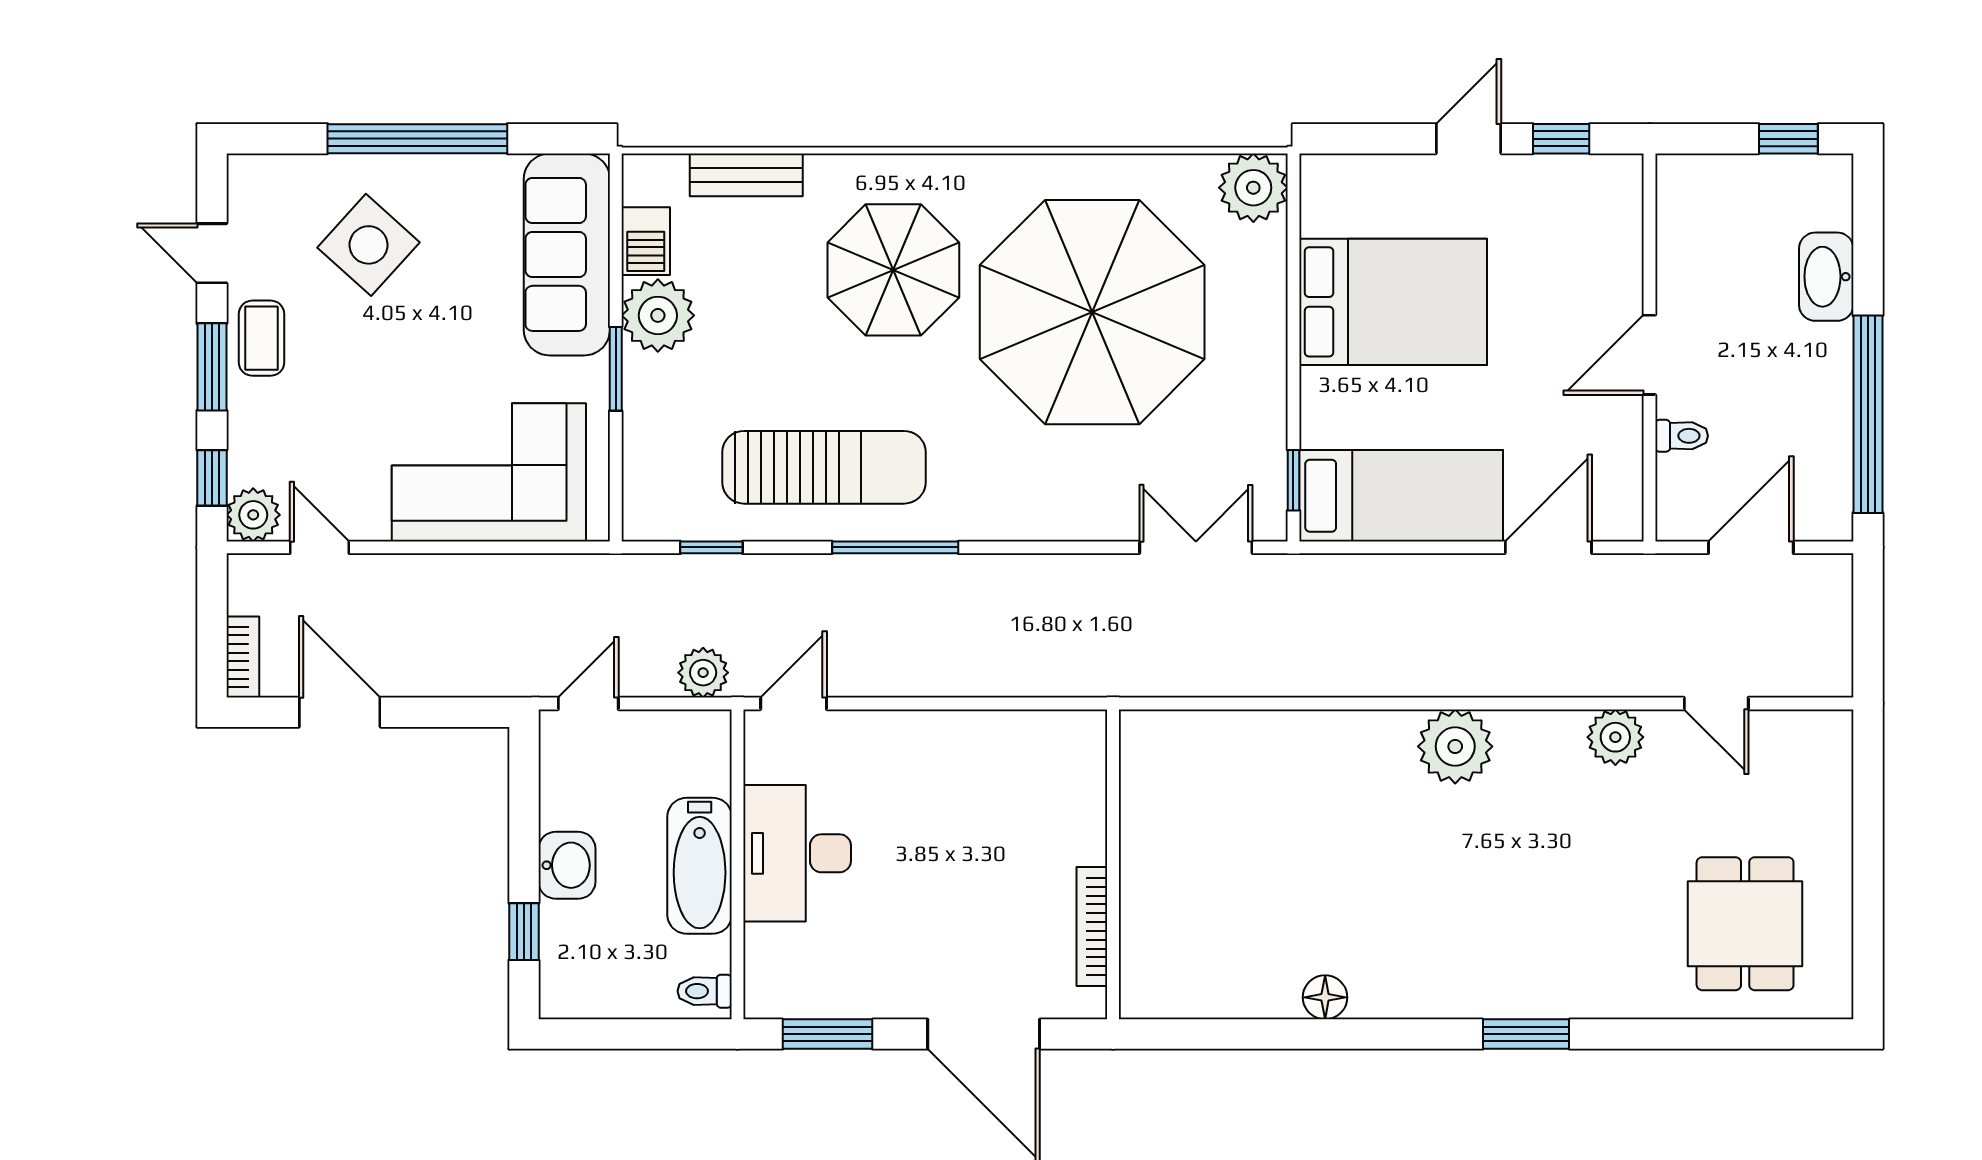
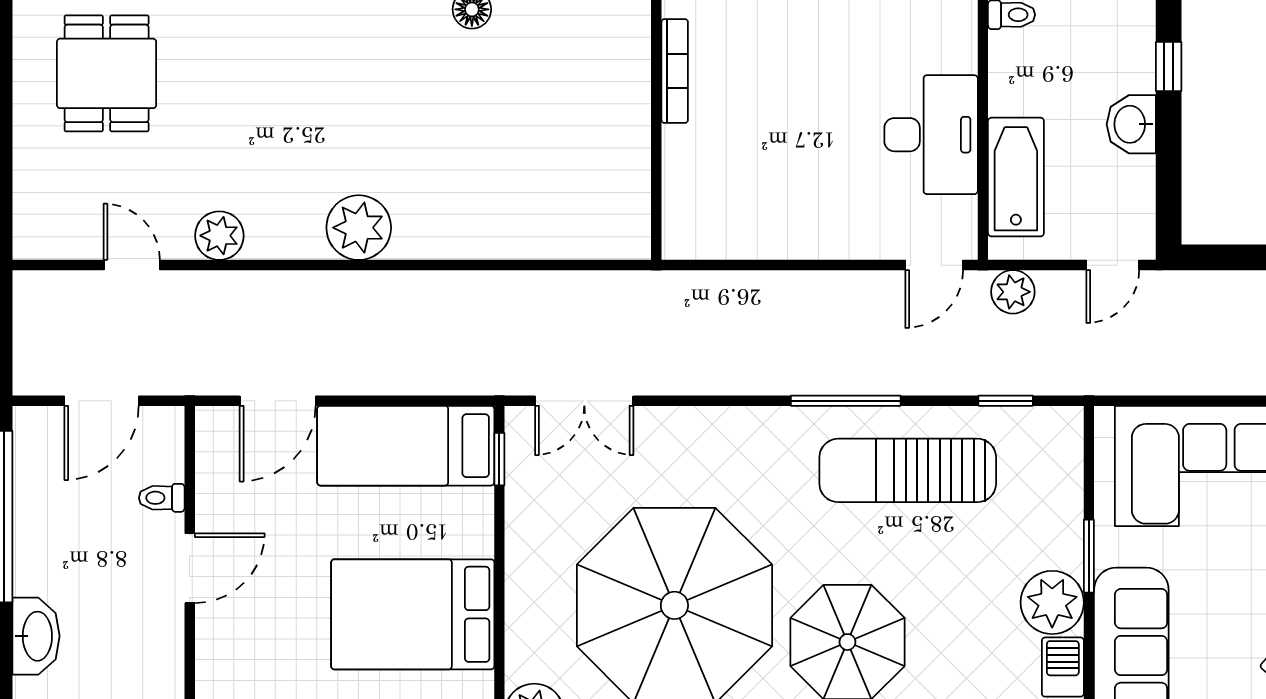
bathtub: (700, 866) -> (1016, 177), moved

